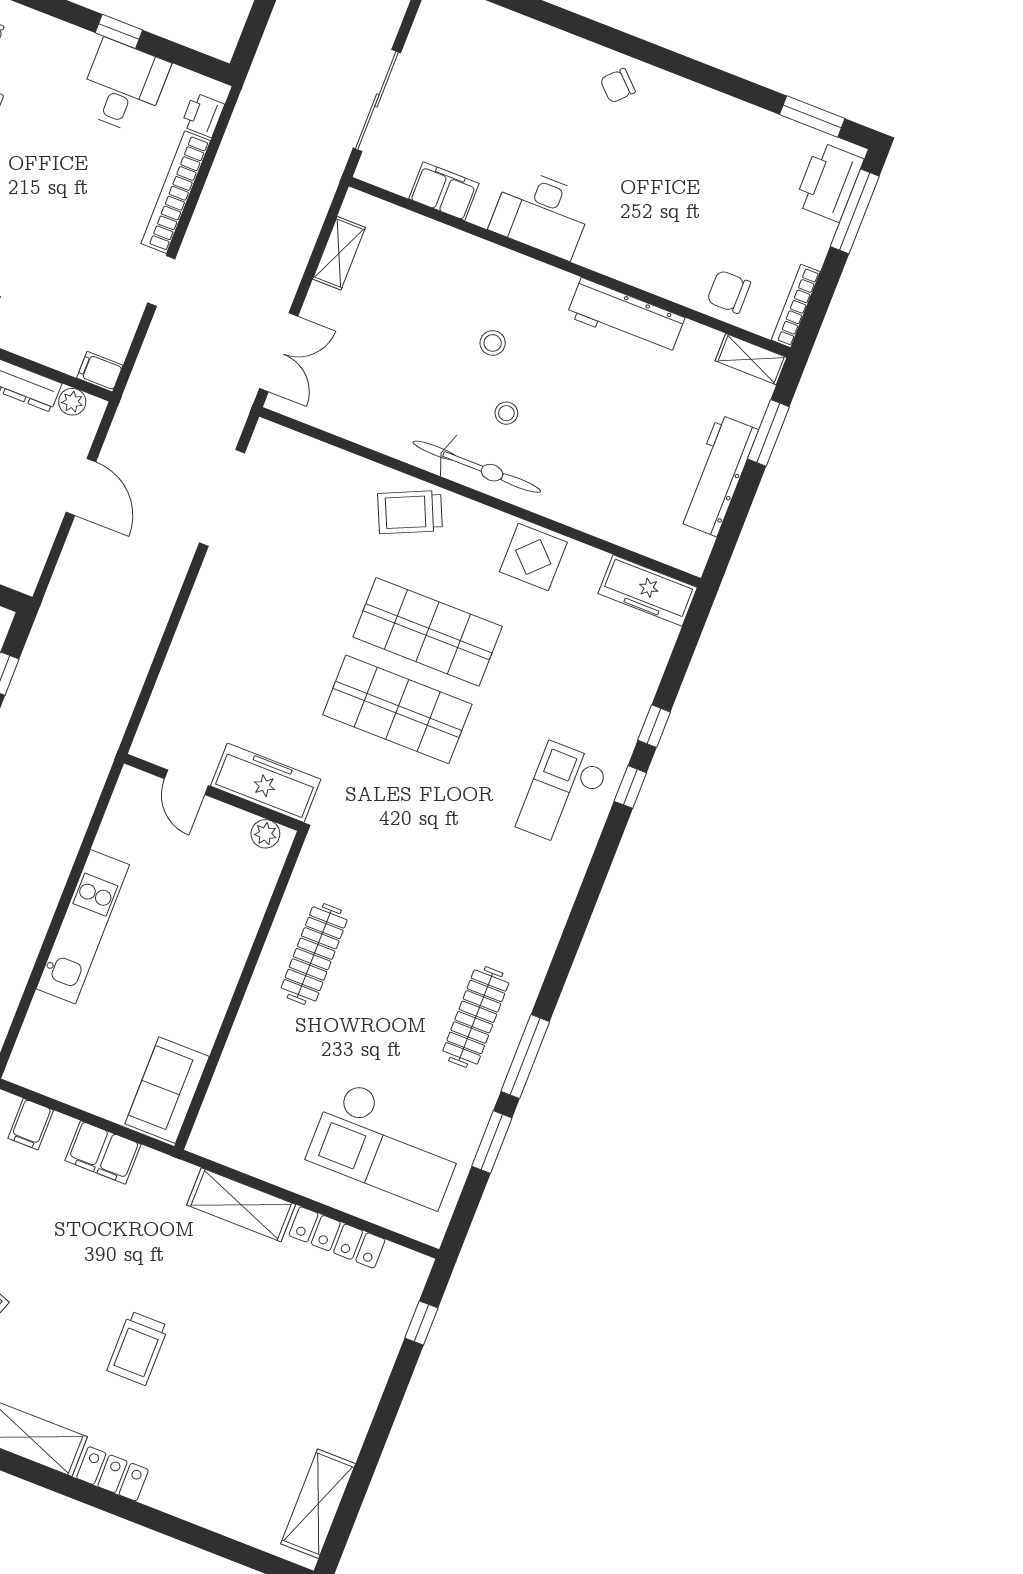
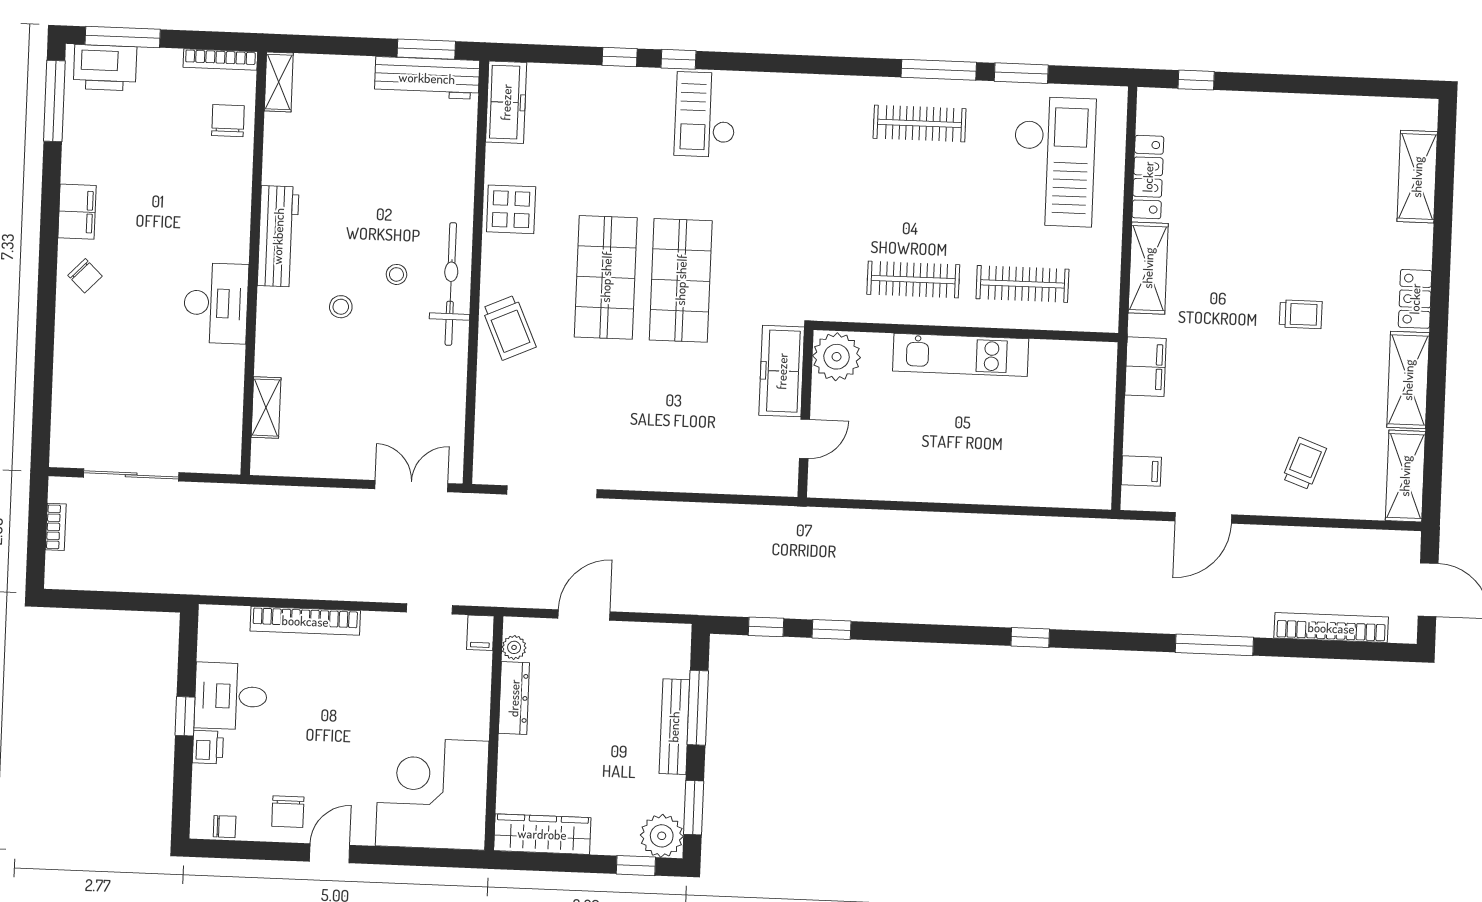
sliding door: (377, 100) -> (131, 475), moved
printer: (203, 115) -> (208, 747), moved, turned -90
window: (812, 116) -> (54, 101), width x1.44
filing cabinet: (444, 191) -> (77, 212), moved, turned 180
shelving: (339, 253) -> (266, 408), moved, turned 90
doorway: (161, 281) -> (429, 609), moved
chair: (729, 292) -> (228, 121), turned 180
workbench: (626, 317) -> (278, 236), moved
window: (768, 433) -> (426, 49), moved
workbench: (718, 475) -> (427, 78), moved
checkout: (563, 795) -> (705, 115), turned 90
plant: (265, 834) -> (837, 357), width x1.88, depth x1.88
kitchen unit: (83, 927) -> (961, 355), moved, turned 180
clothes rail: (270, 1067) -> (1022, 284), added
sofa: (167, 1090) -> (1072, 365), removed
filing cabinet: (103, 1152) -> (1146, 367), moved
trolley: (138, 1348) -> (1301, 314), width x0.73, depth x0.72
shelving: (318, 1504) -> (1417, 177), moved, turned 90

